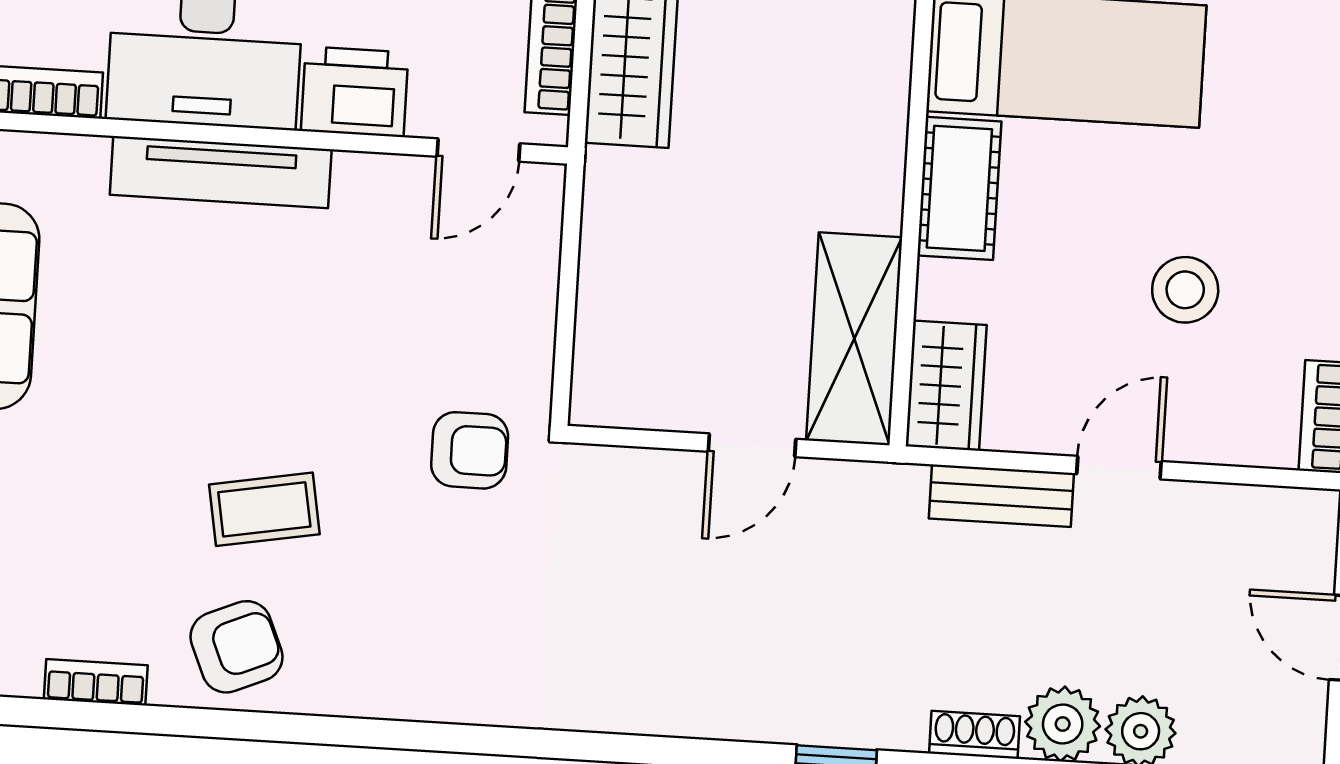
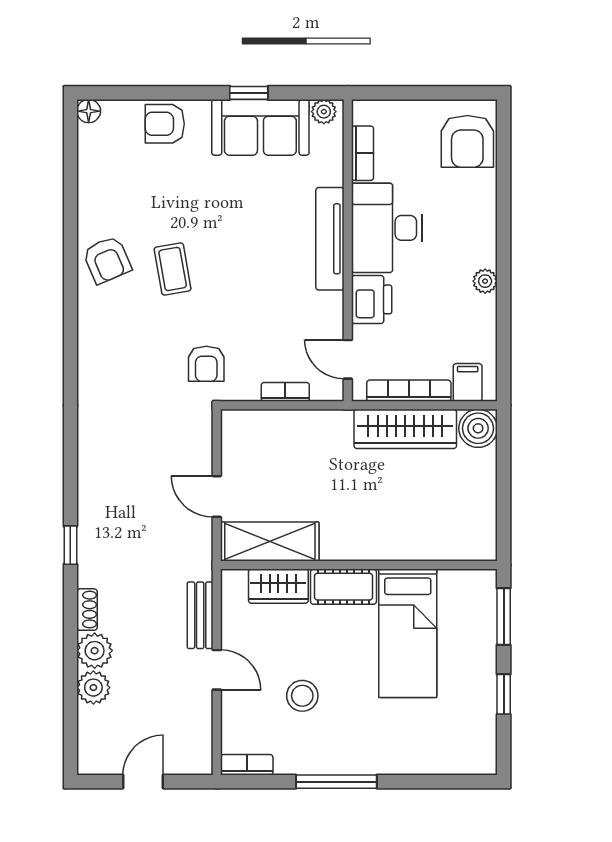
wardrobe: (946, 386) -> (278, 586), moved
bookcase: (96, 682) -> (285, 392), moved, turned -90

